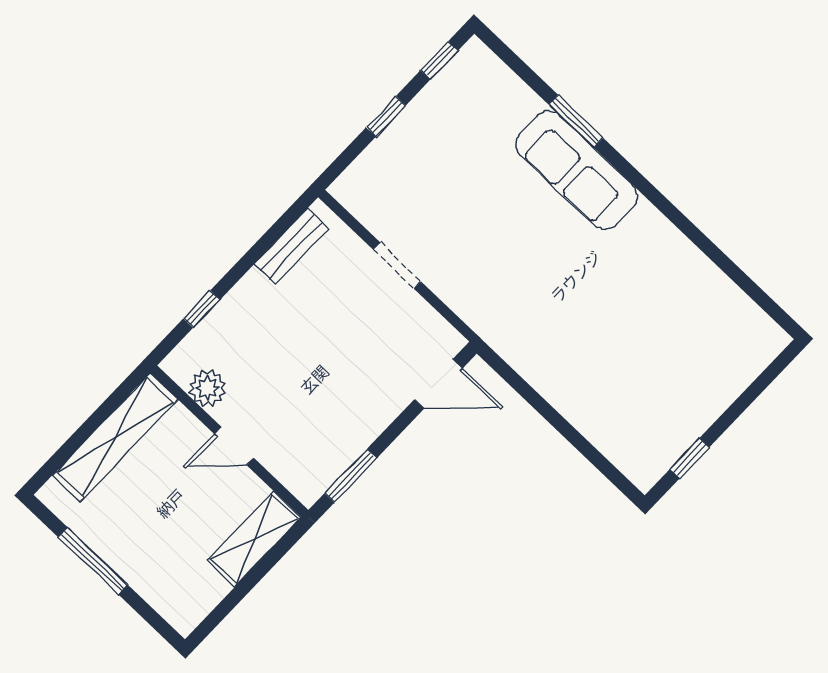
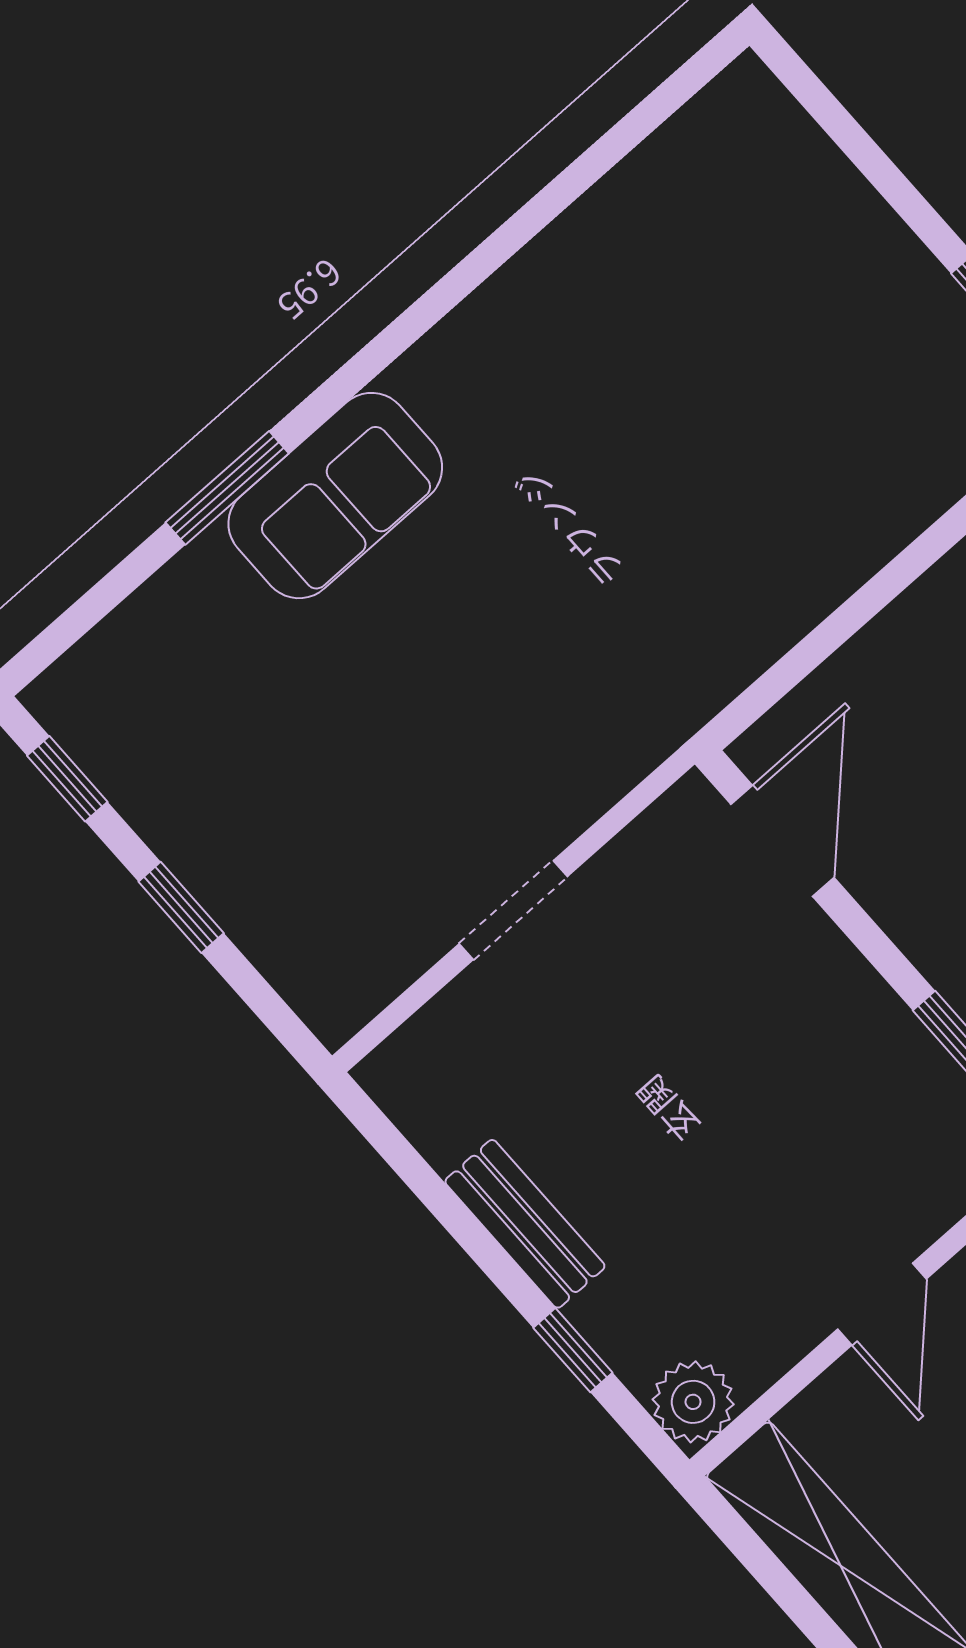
sofa: (577, 170) -> (335, 496), width x0.73
bench: (291, 246) -> (525, 1224), moved
plant: (207, 388) -> (693, 1402), moved

